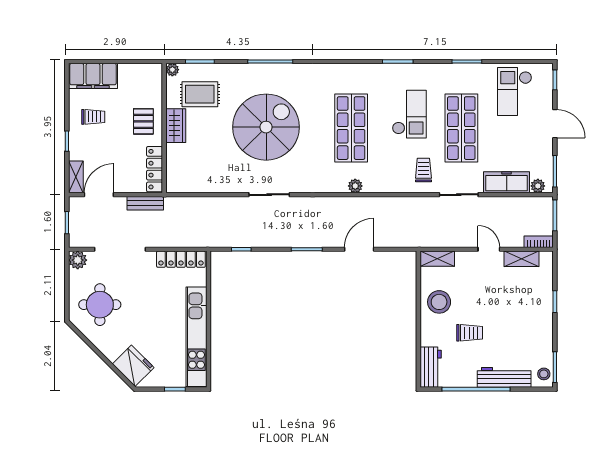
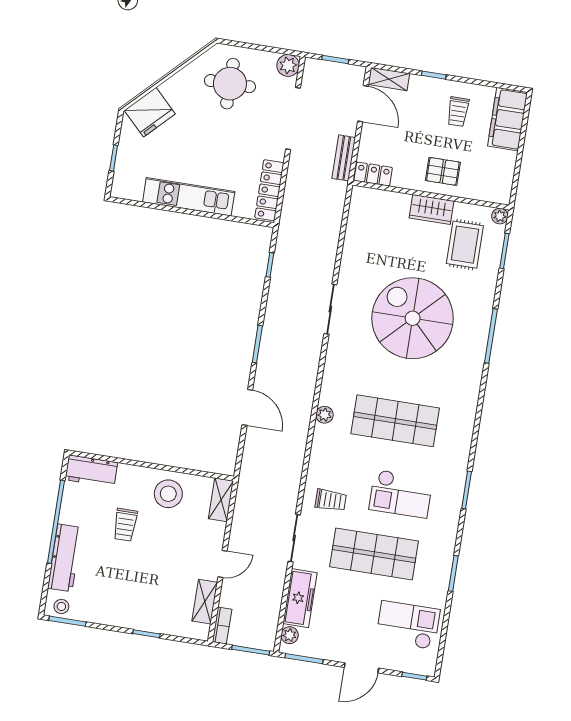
spiral stairs: (266, 127) -> (413, 318), turned 180
locker: (155, 169) -> (373, 174), width x0.66
kitchen unit: (196, 337) -> (189, 197), width x0.73

